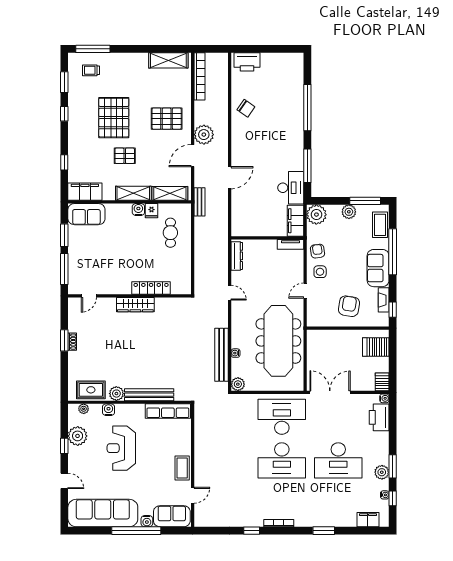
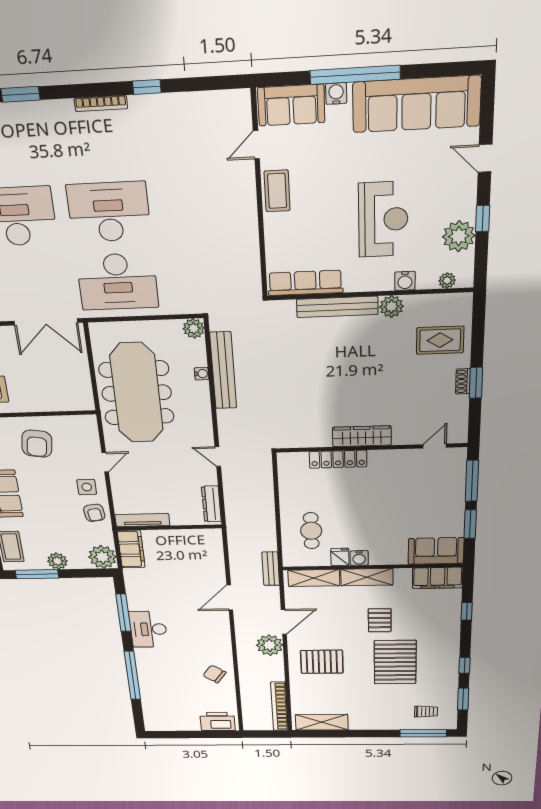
pallet: (125, 156) -> (380, 620), turned 90
desk: (291, 188) -> (148, 629), moved
tv unit: (290, 244) -> (142, 520), width x1.41
rug: (91, 390) -> (440, 340), moved

